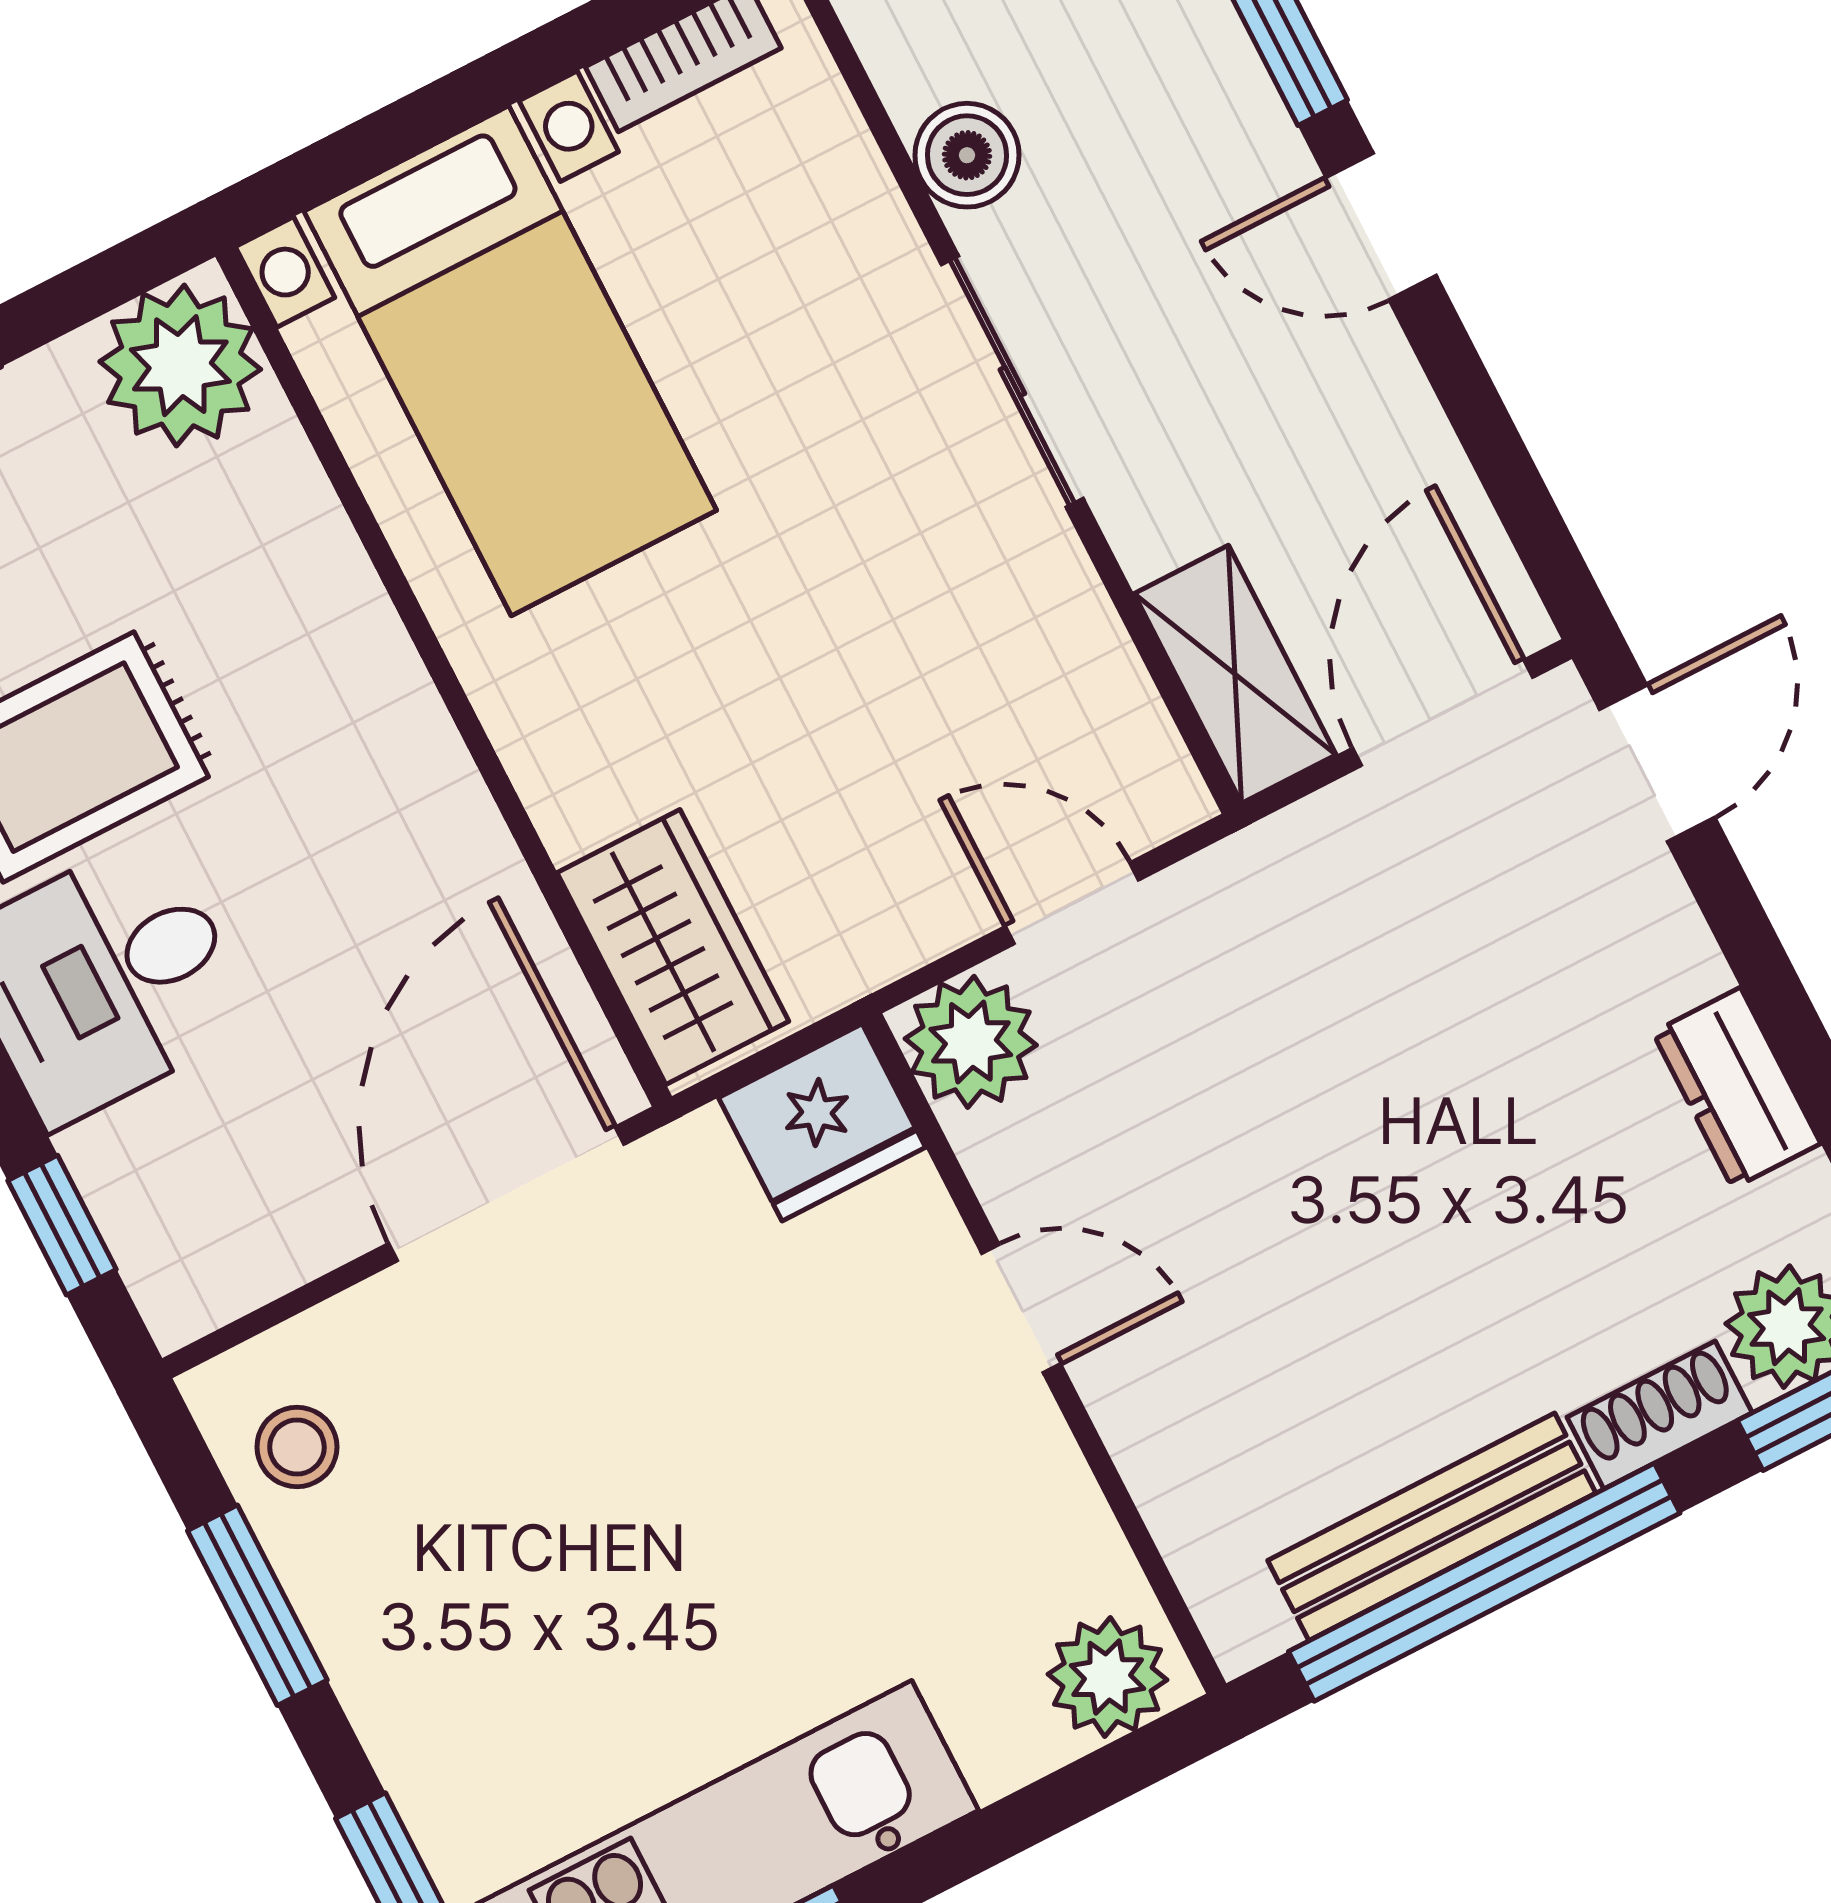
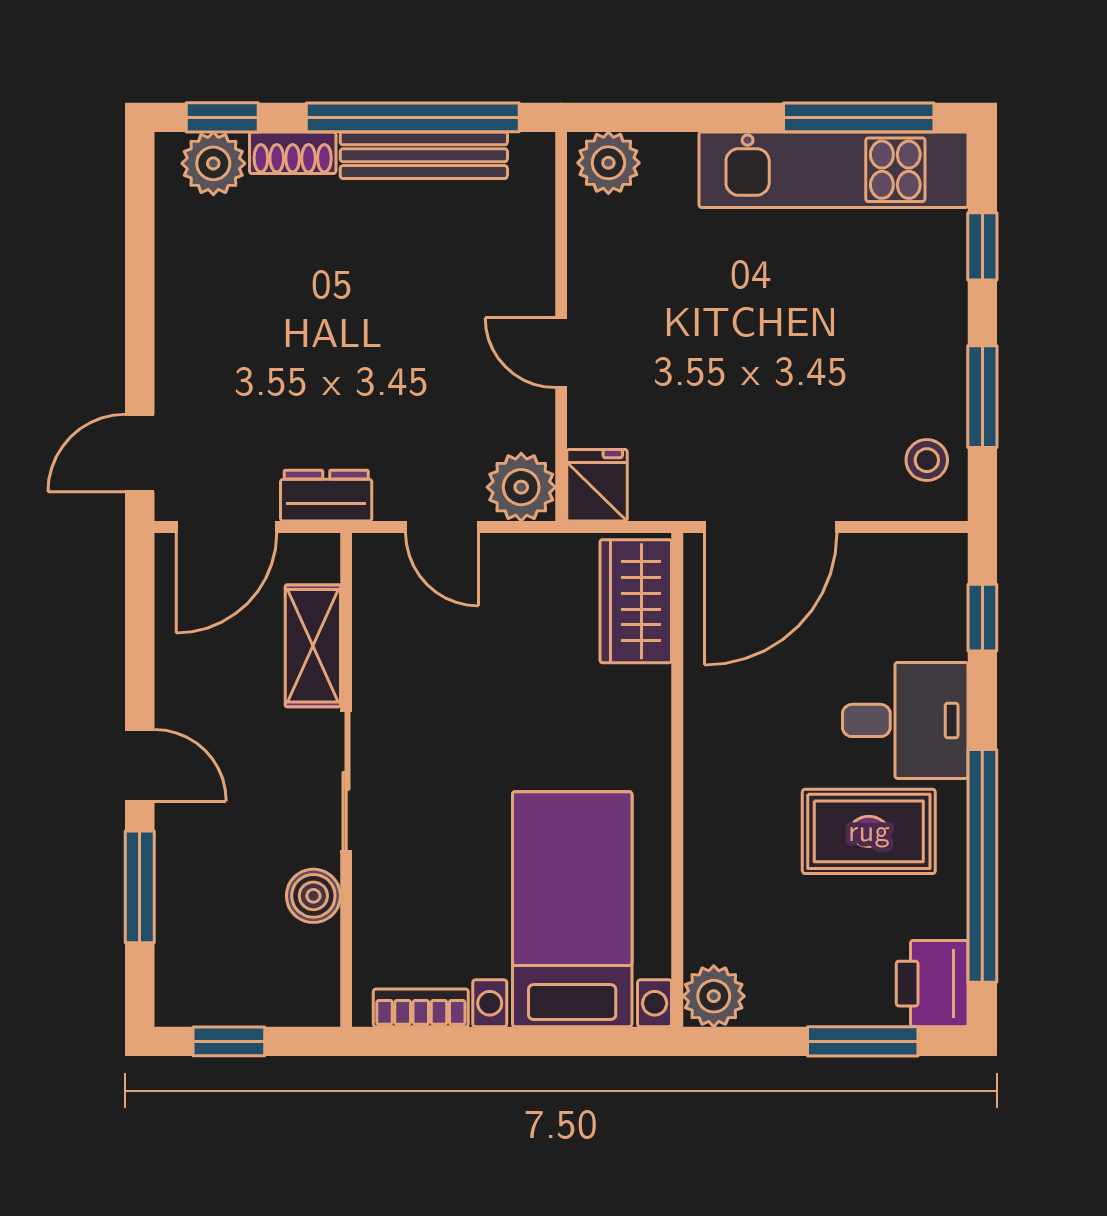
plant: (180, 366) -> (714, 996), width x0.73, depth x0.73
shelving: (1235, 674) -> (313, 646), moved
dresser: (1737, 1088) -> (326, 496), moved, turned -90
fridge: (822, 1122) -> (597, 485), width x0.72

